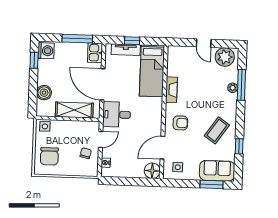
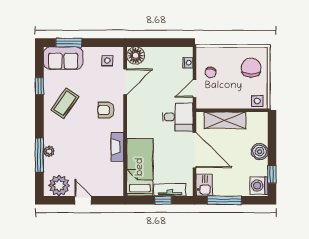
boiler: (44, 93) -> (260, 152), moved

